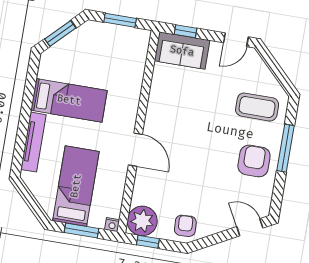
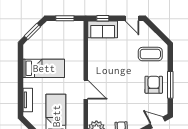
door: (236, 40) -> (132, 18), hinge flipped
tv unit: (33, 142) -> (28, 100), width x0.71
window: (285, 148) -> (170, 85), moved

